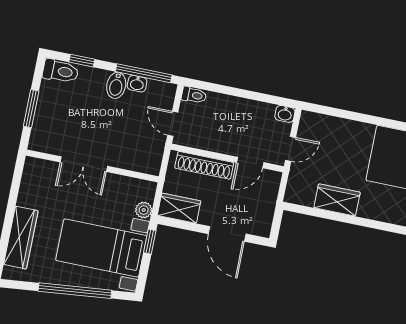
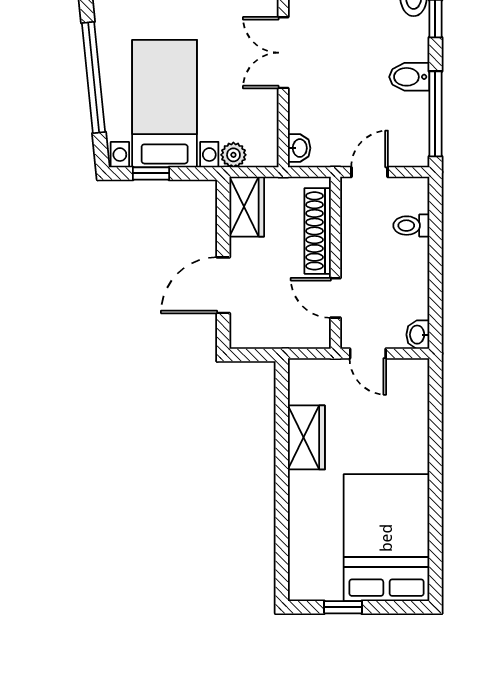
washbasin: (137, 84) -> (299, 148), moved, turned 180
toilet: (194, 95) -> (411, 226), moved, turned 90
window: (150, 242) -> (151, 173), moved

